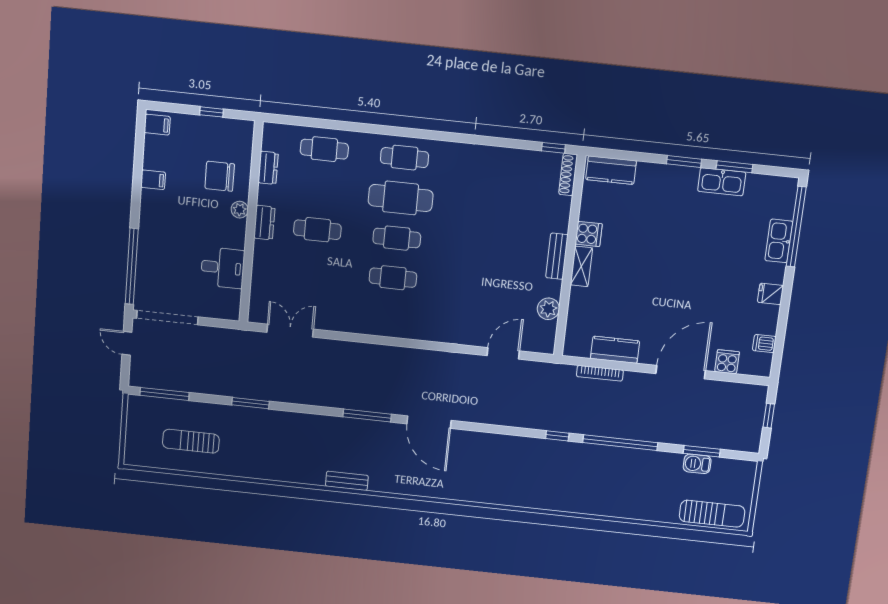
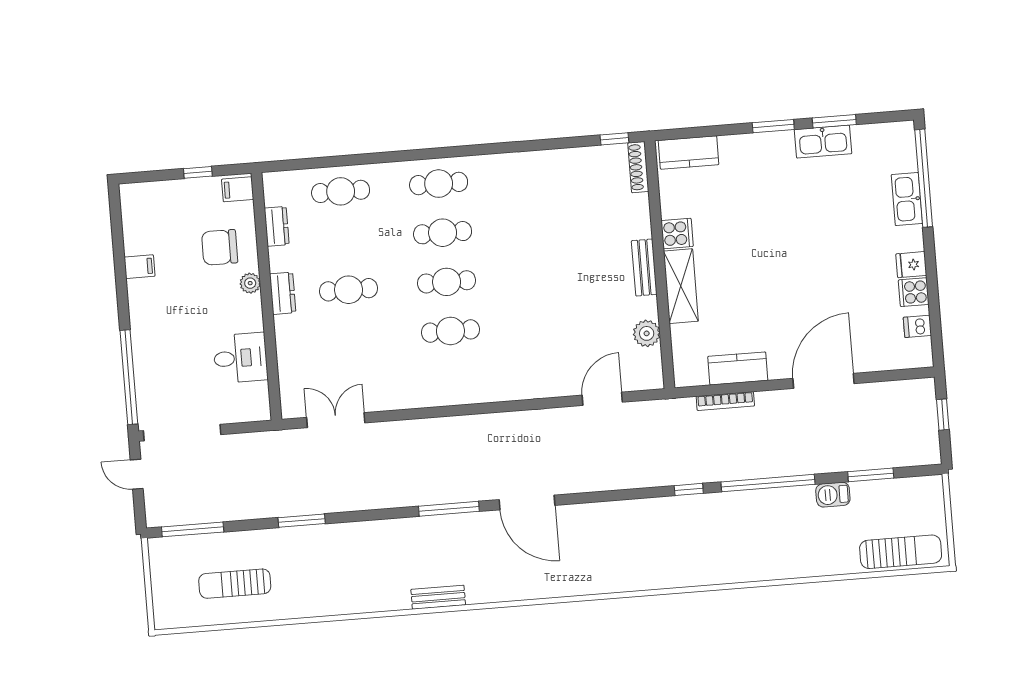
filing cabinet: (157, 125) -> (238, 189), moved, turned 180
cafe table: (401, 198) -> (443, 233), width x0.73, depth x0.74
shelving: (581, 266) -> (681, 286), width x1.50, depth x1.33
cooker: (727, 362) -> (914, 292), moved, turned -90
barbecue: (697, 464) -> (833, 495), moved

